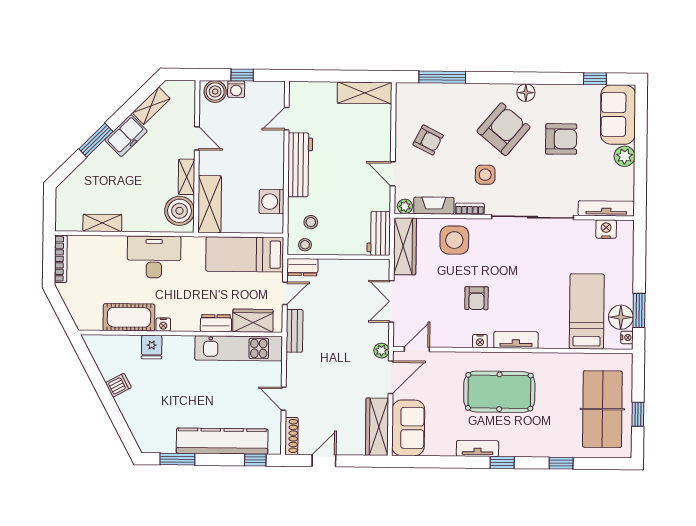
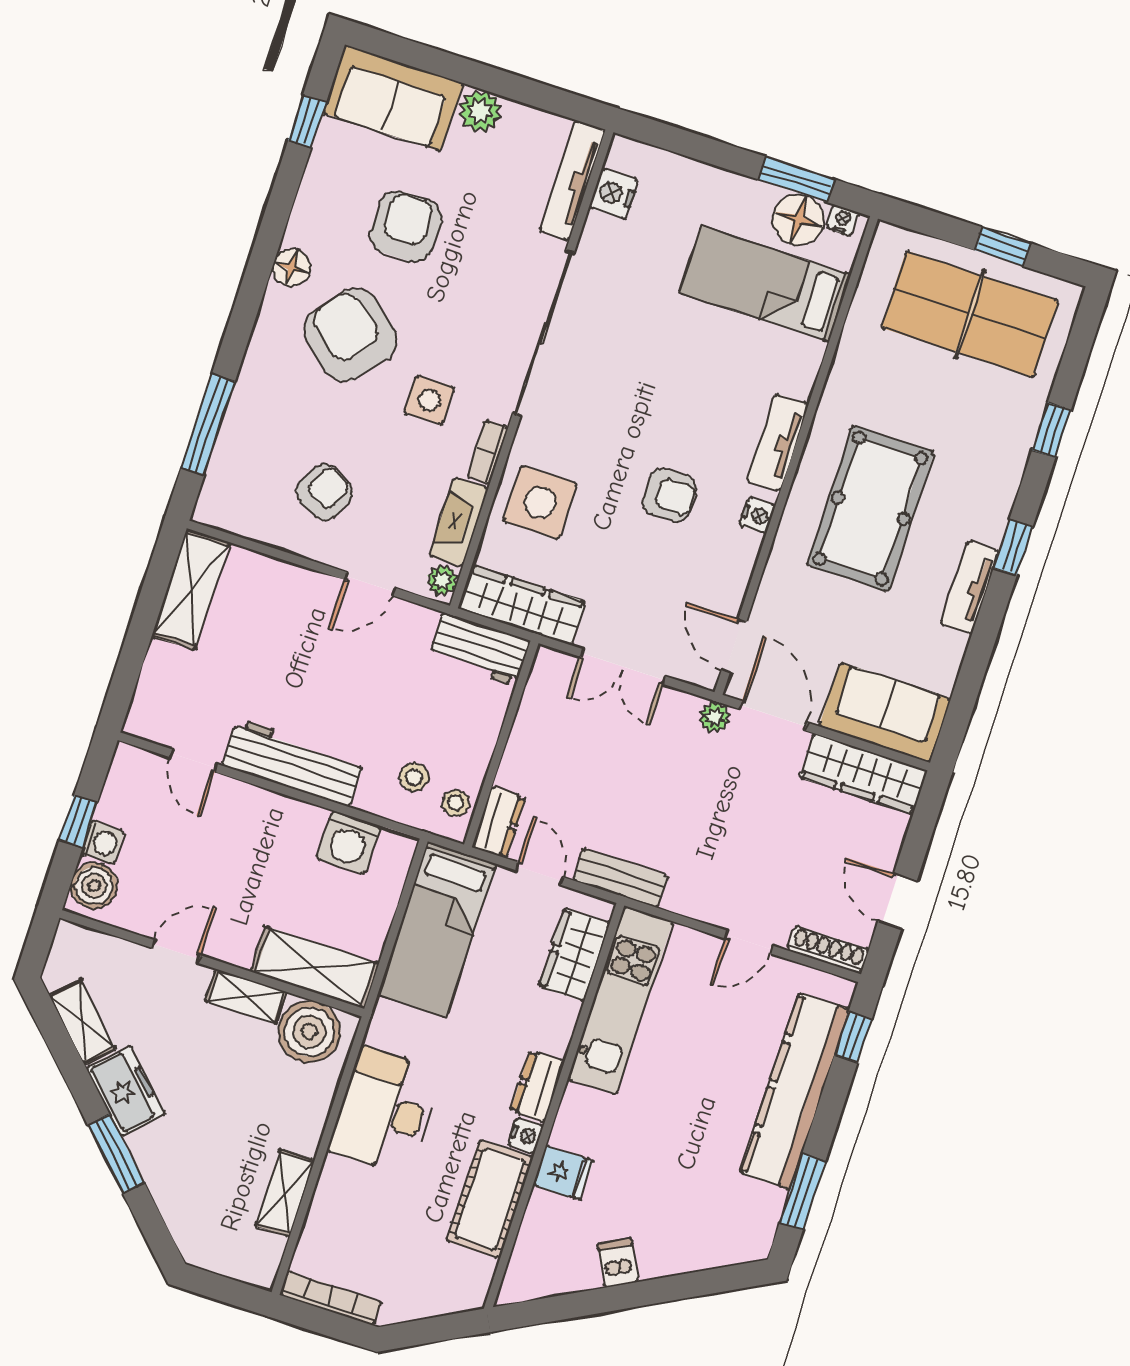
dresser: (216, 323) -> (538, 1086), moved

